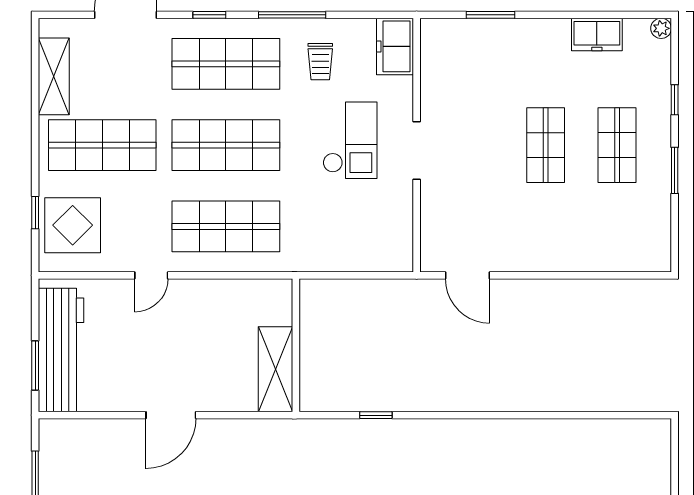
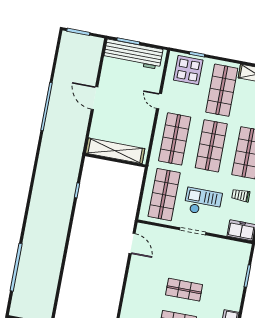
checkout: (350, 140) -> (203, 202), turned 180
shop shelf: (350, 226) -> (164, 195), added
door: (468, 275) -> (132, 243), swing flipped
shelving: (275, 369) -> (115, 151), width x1.47

